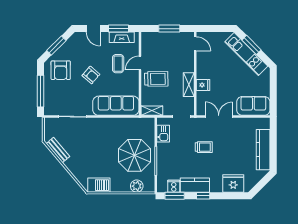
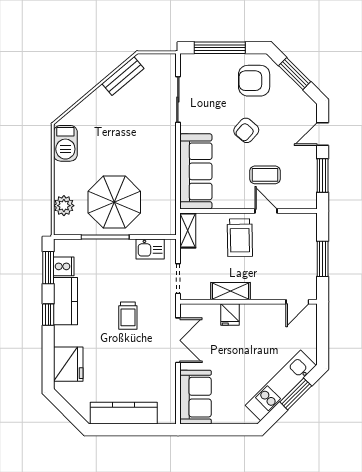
fireplace: (122, 37) -> (308, 181), removed

